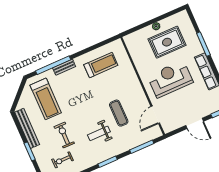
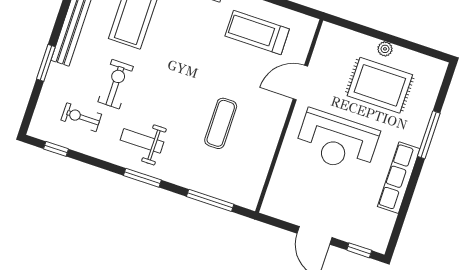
treadmill: (101, 65) -> (257, 32), turned 180
reception desk: (170, 79) -> (337, 141), turned 180
door: (155, 115) -> (300, 83), moved
weight bench: (99, 133) -> (142, 141), moved

